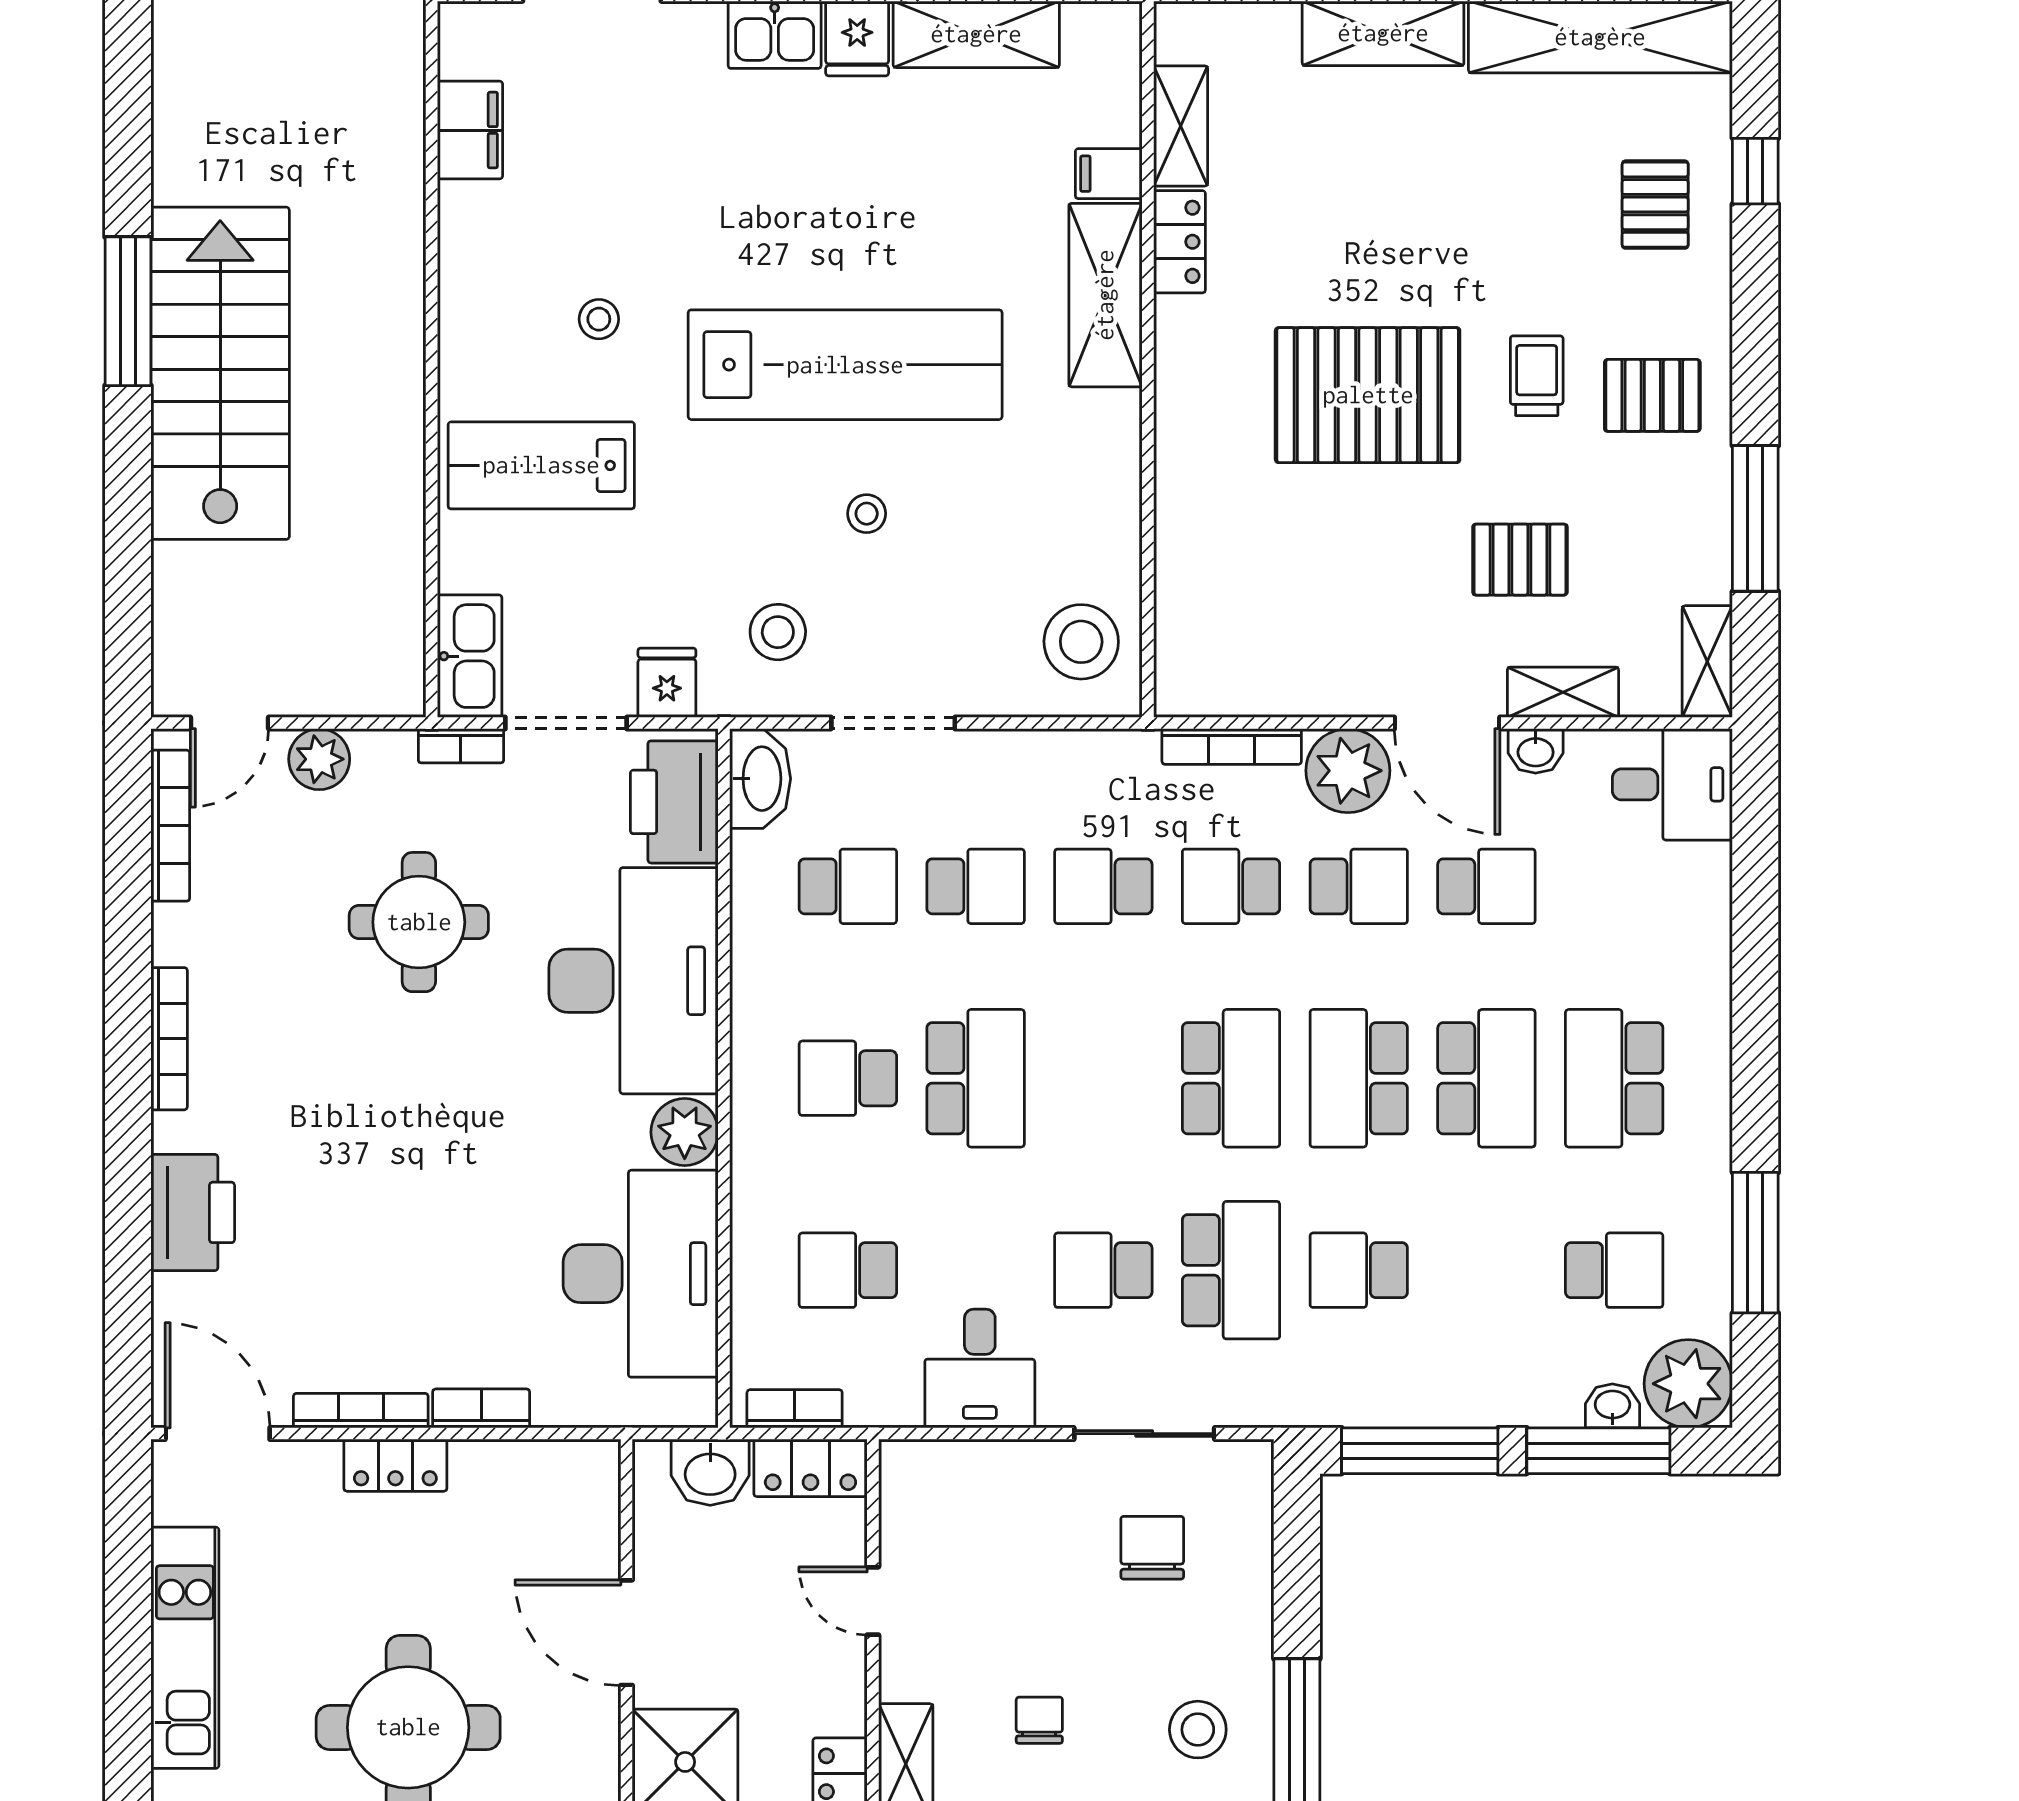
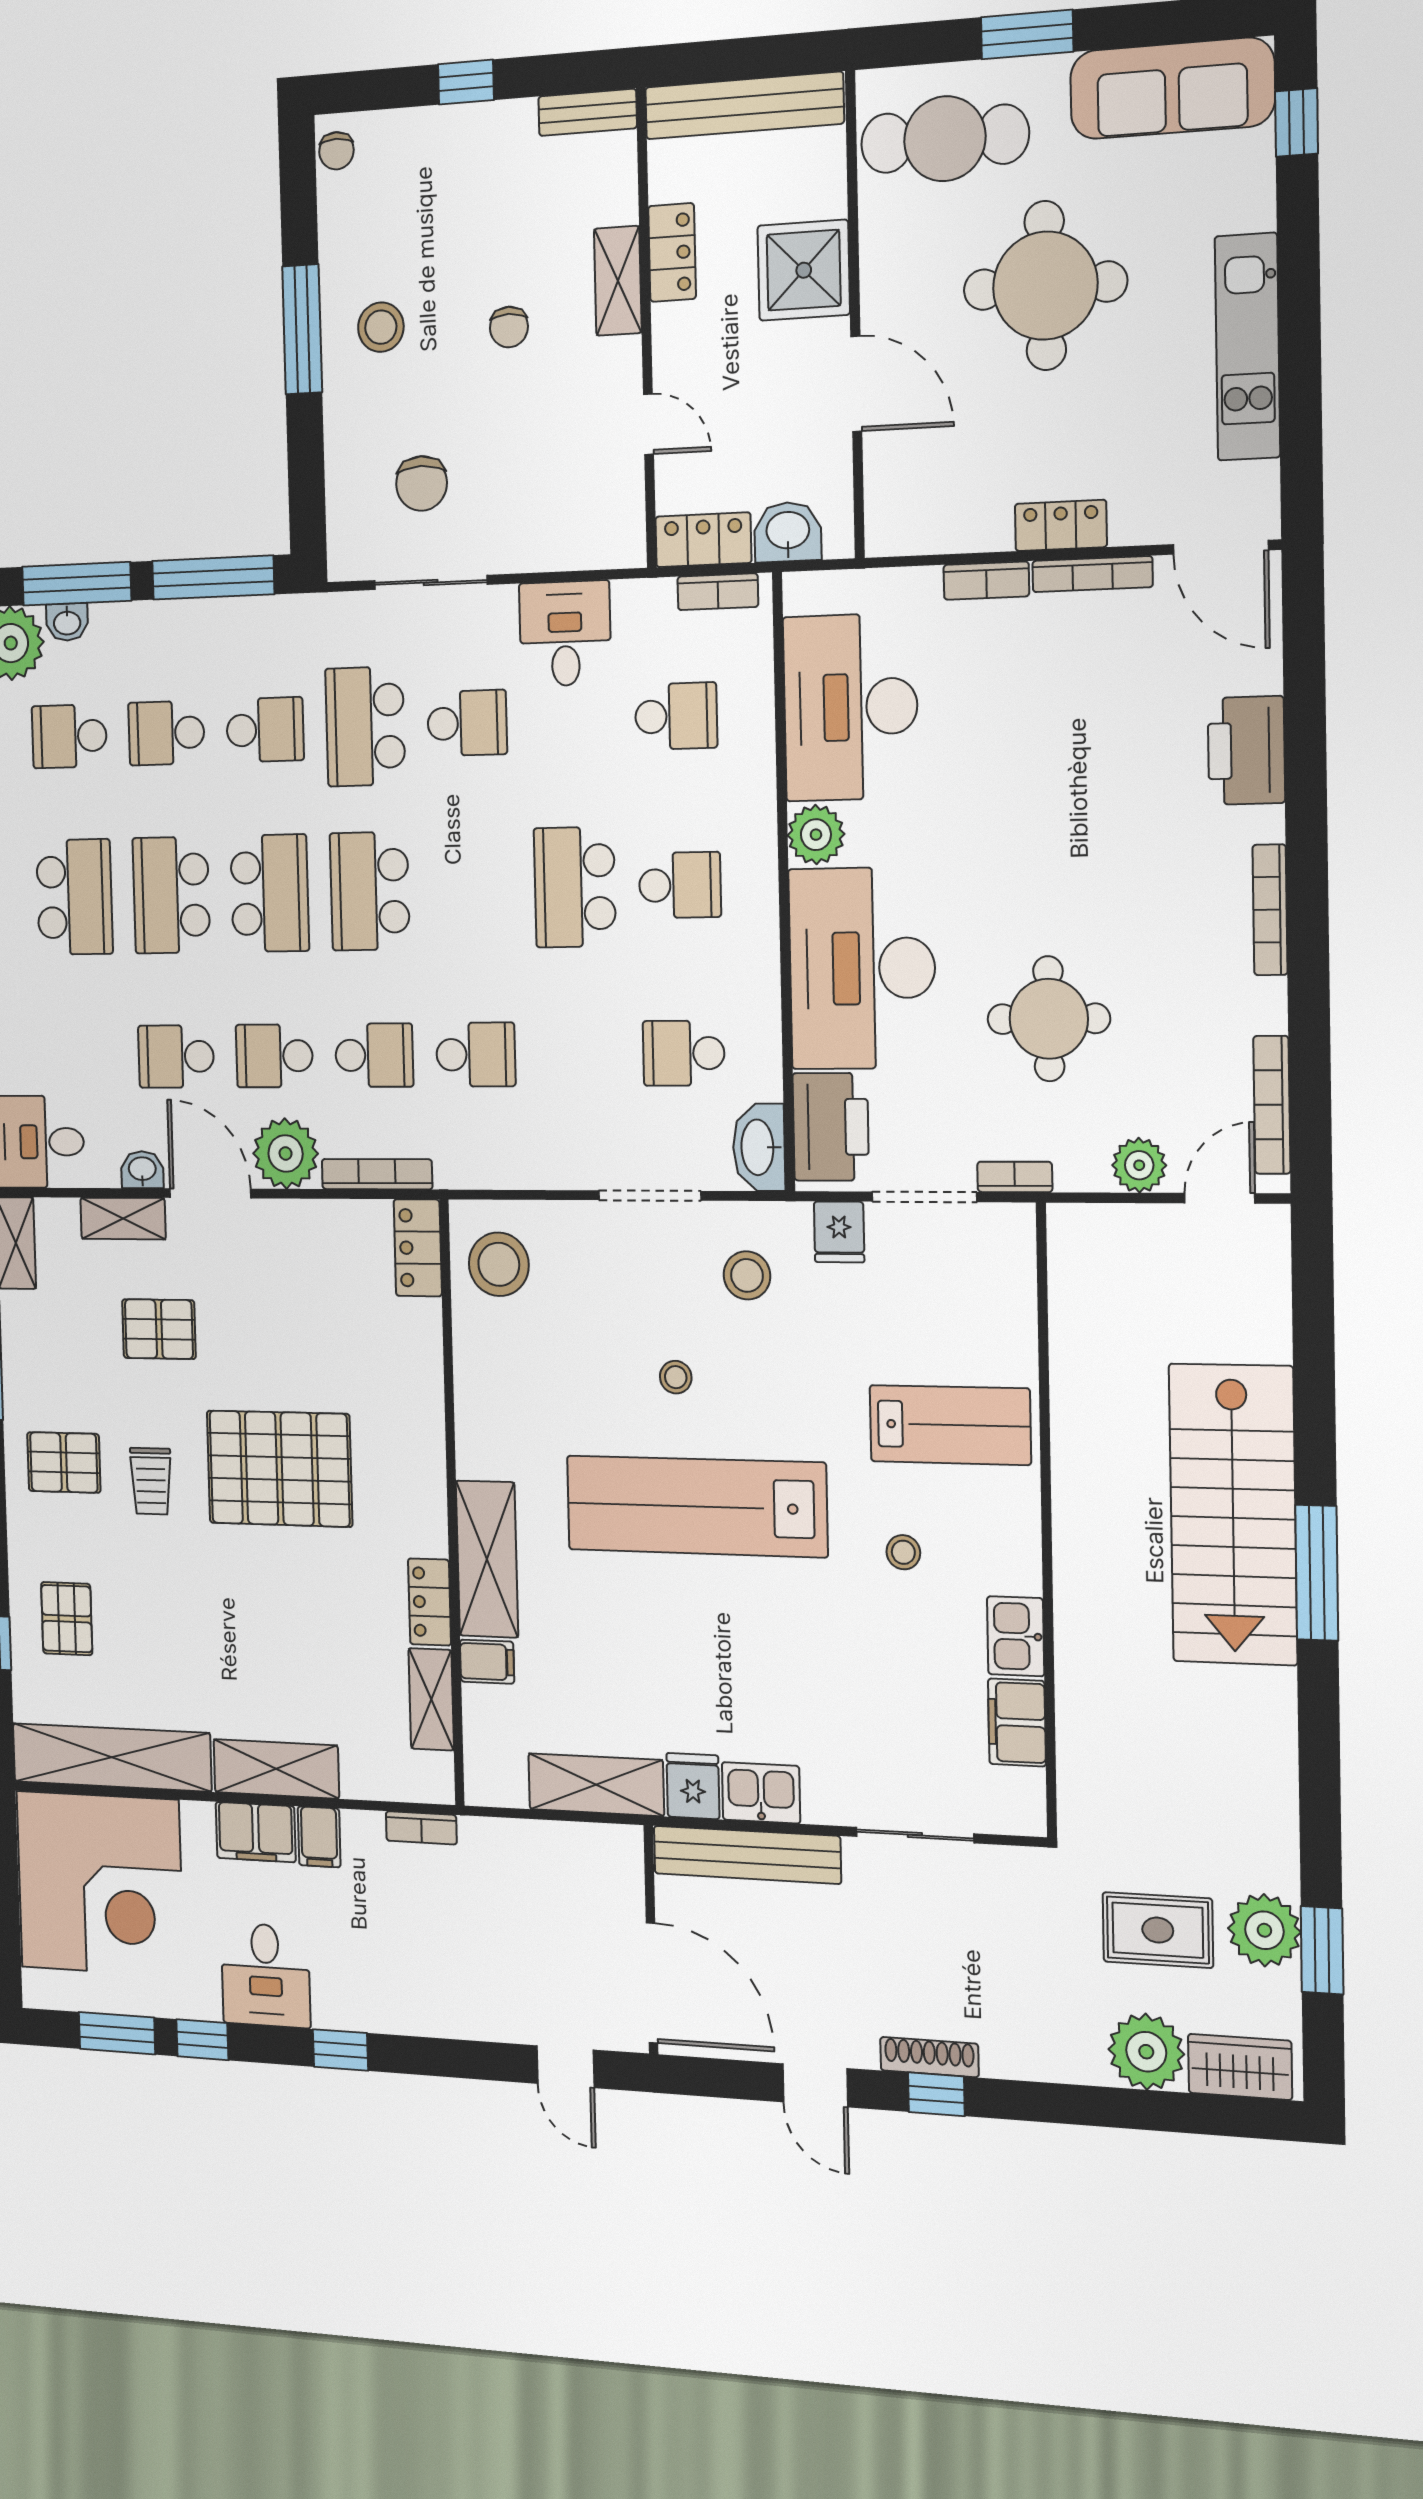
kitchen sink: (470, 656) -> (1016, 1636), moved, width x0.73
locker: (1182, 660) -> (418, 1248), added
school desk: (976, 886) -> (166, 733), moved

